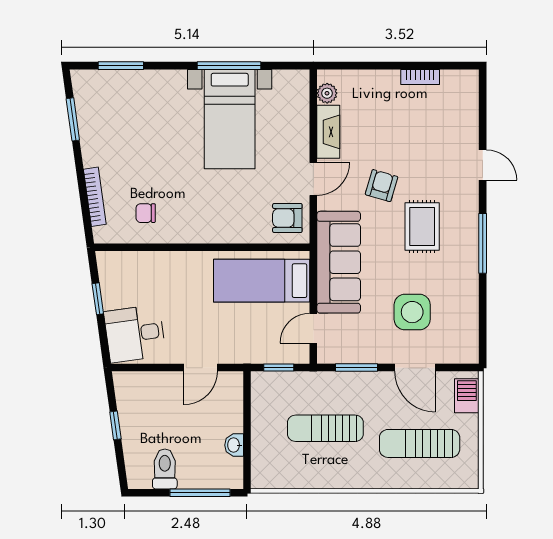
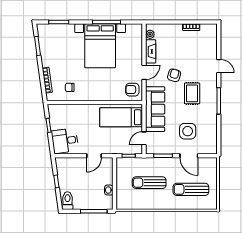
bed with nightstands: (230, 119) -> (100, 46), width x1.36
barbecue: (467, 396) -> (212, 168), removed
toilet: (165, 469) -> (67, 201), moved

